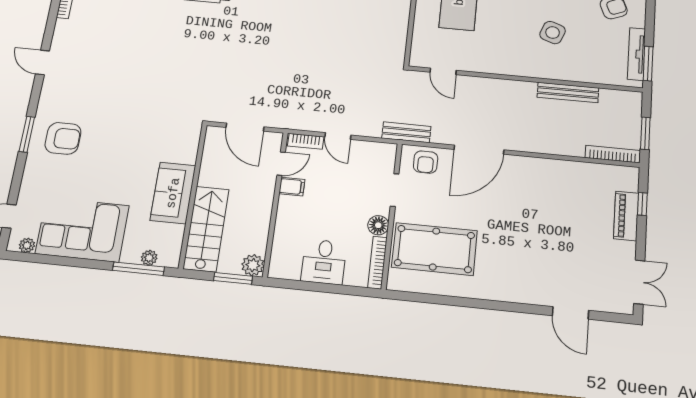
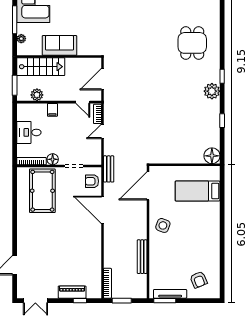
side table: (553, 33) -> (163, 225), moved
door: (443, 71) -> (148, 186), width x1.88
filing cabinet: (292, 187) -> (52, 110), moved
plant: (253, 265) -> (37, 95), moved
window: (138, 269) -> (15, 20), moved

